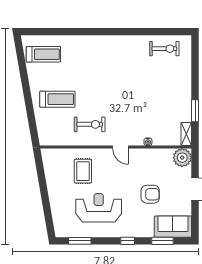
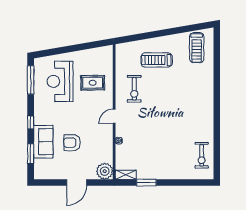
treadmill: (57, 99) -> (157, 60), turned 90
armchair: (150, 194) -> (72, 143), turned 90
reception desk: (99, 208) -> (60, 81), moved, turned 180
sofa: (173, 227) -> (43, 142), moved
window: (80, 241) -> (31, 80), width x1.44

